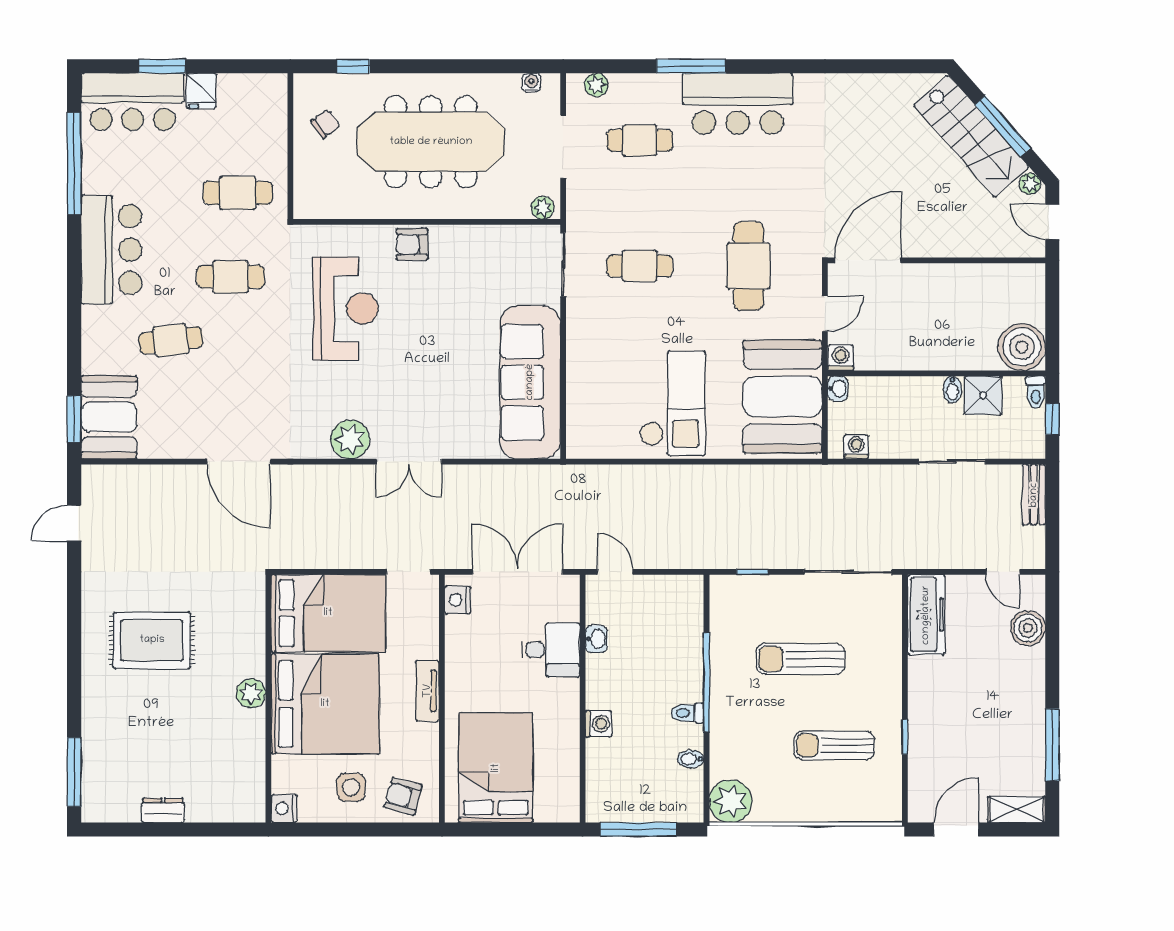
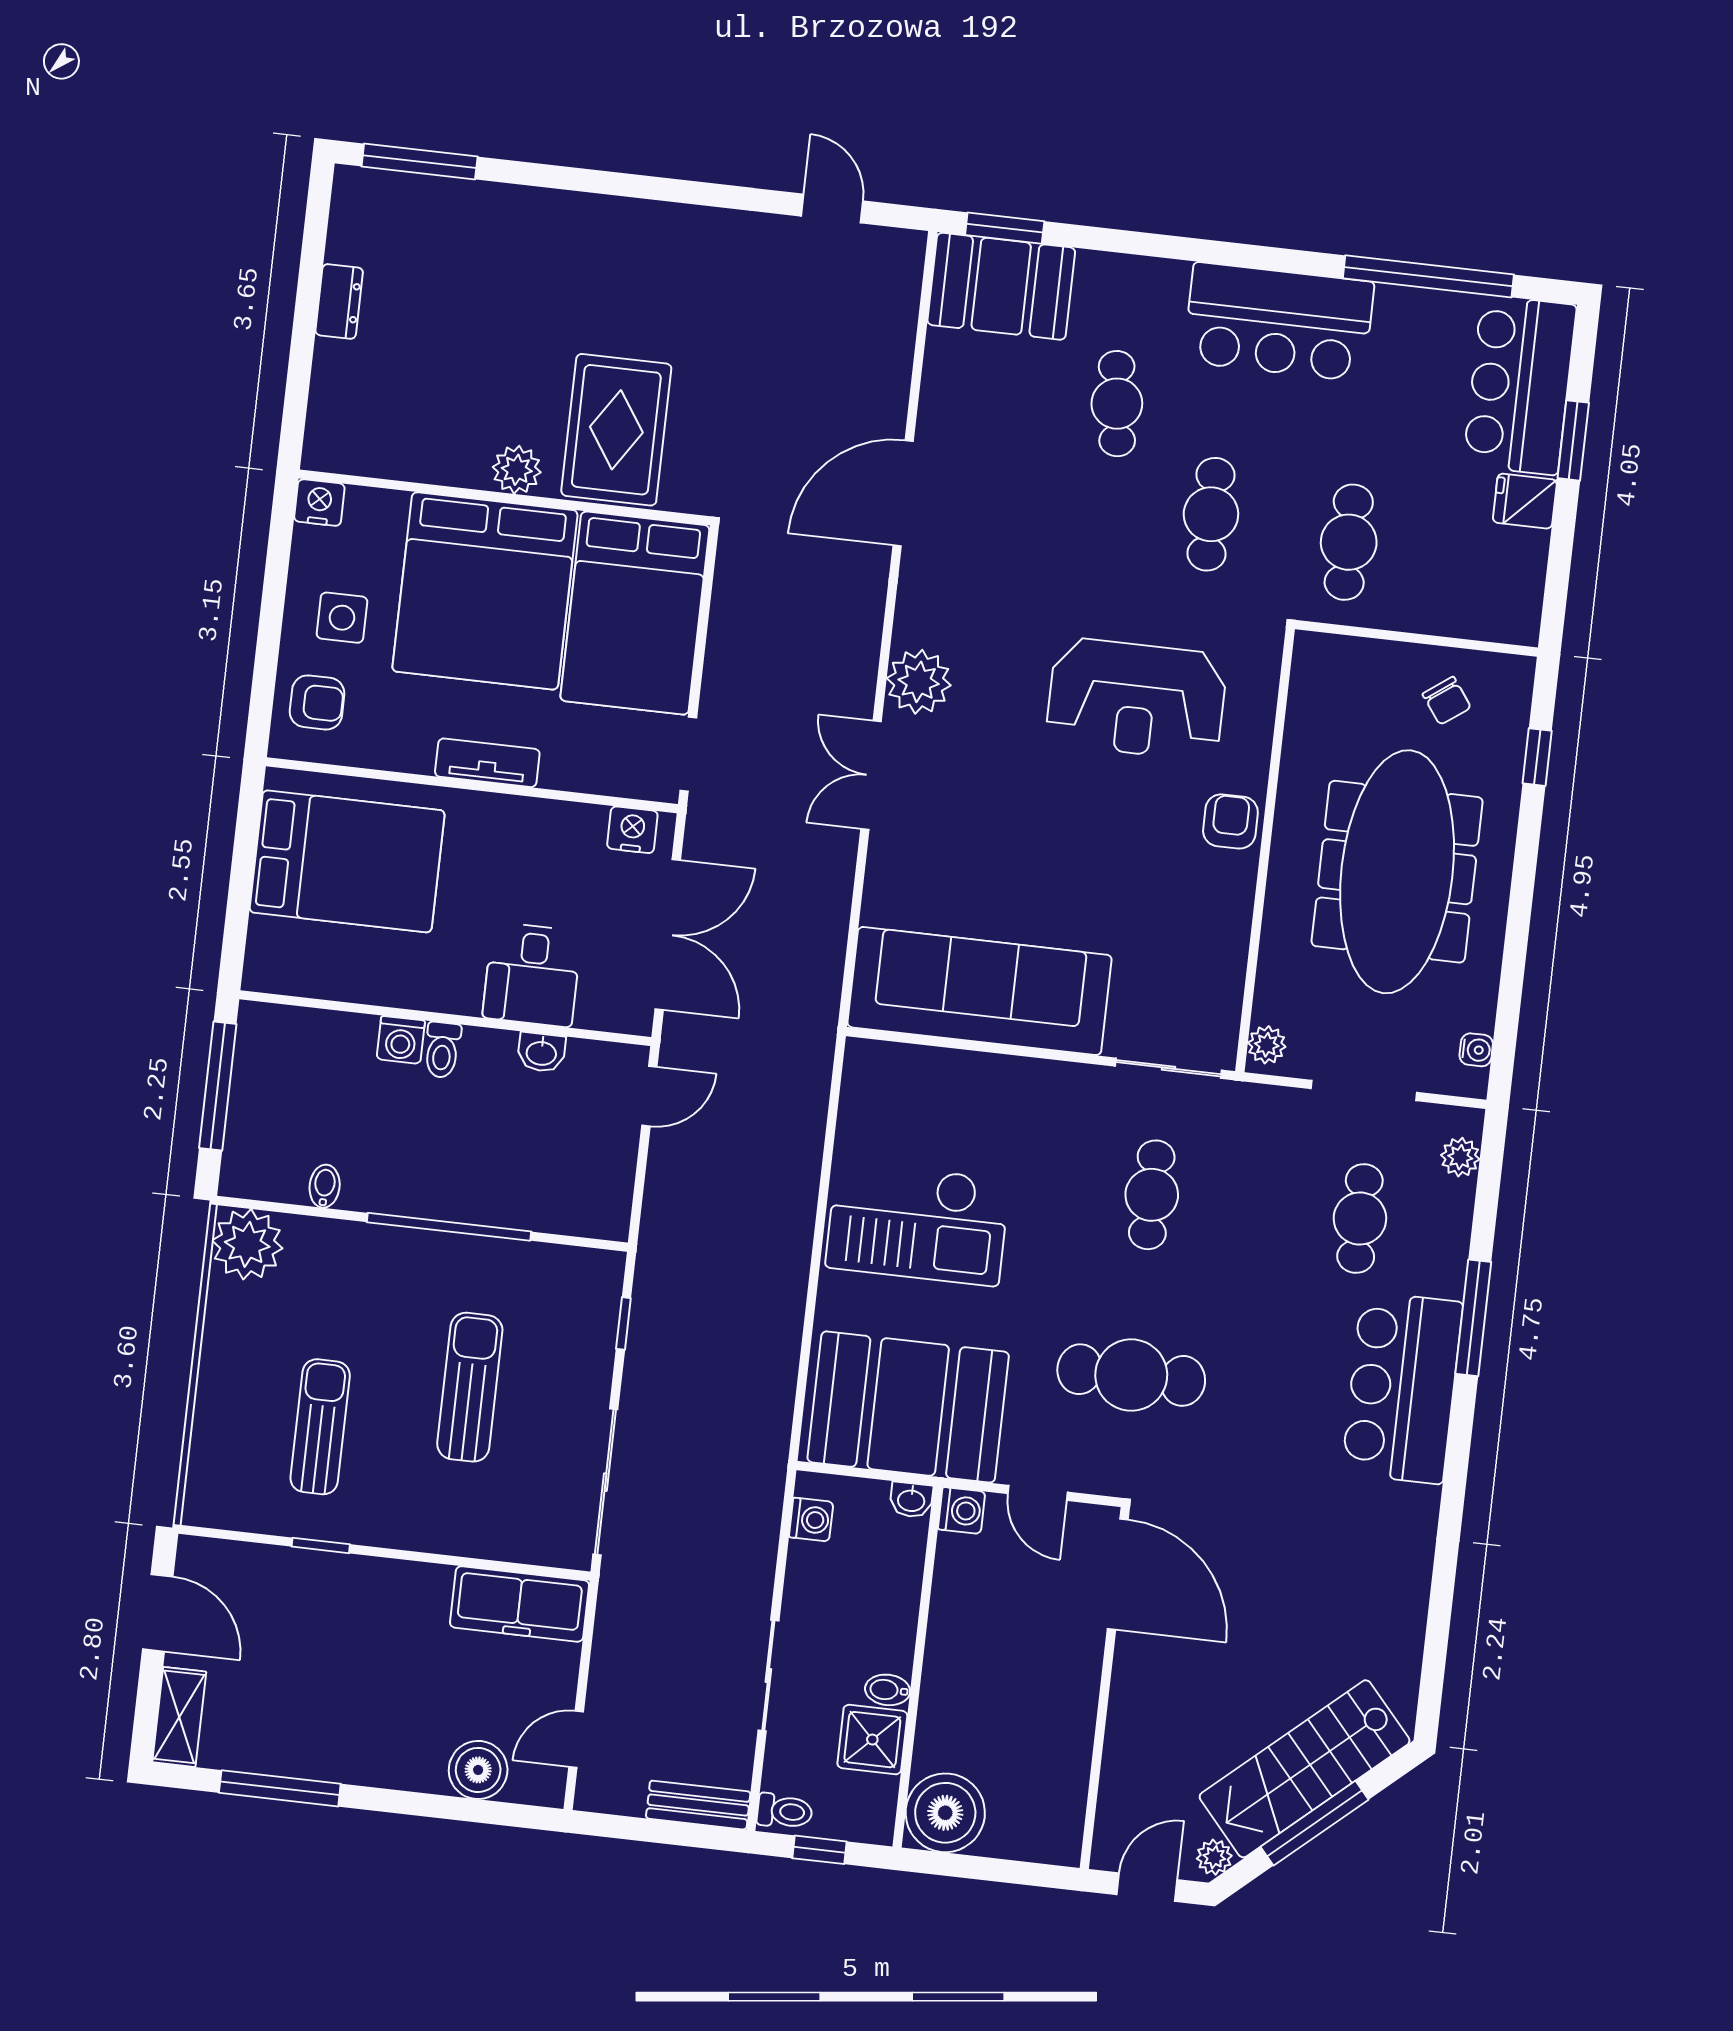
toilet: (1036, 392) -> (785, 1811), moved, turned 180
rug: (152, 640) -> (616, 430), moved
toilet: (687, 713) -> (442, 1050), moved, turned 180
armchair: (403, 796) -> (317, 702), turned 75

